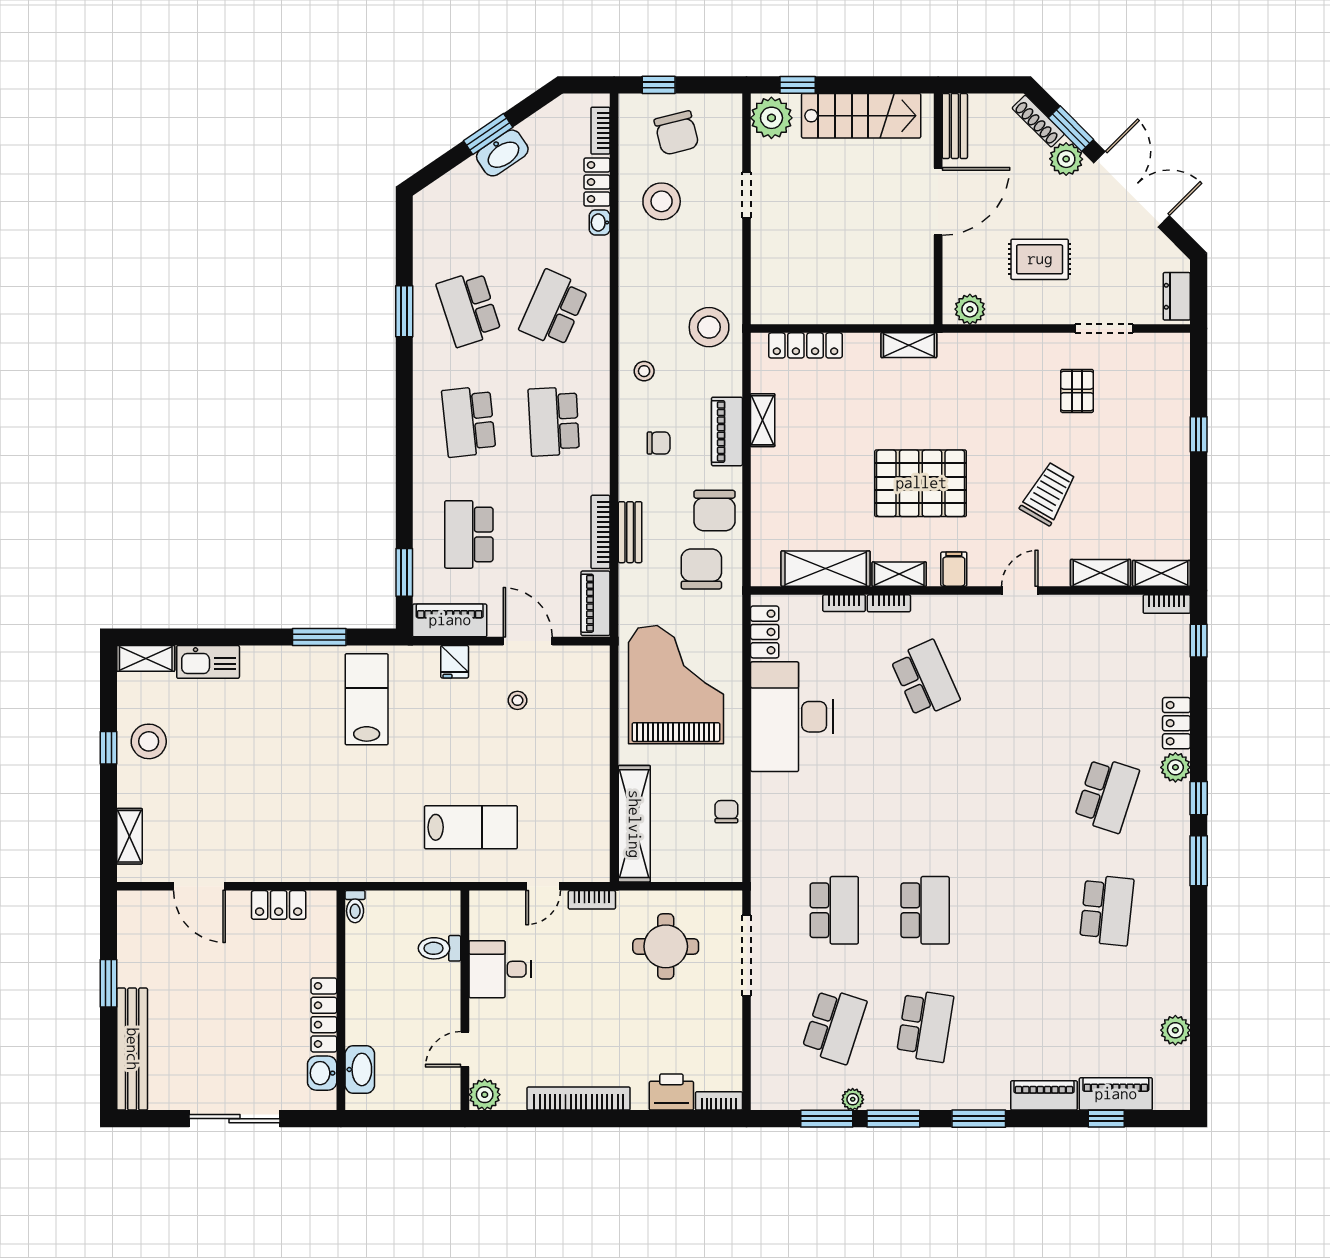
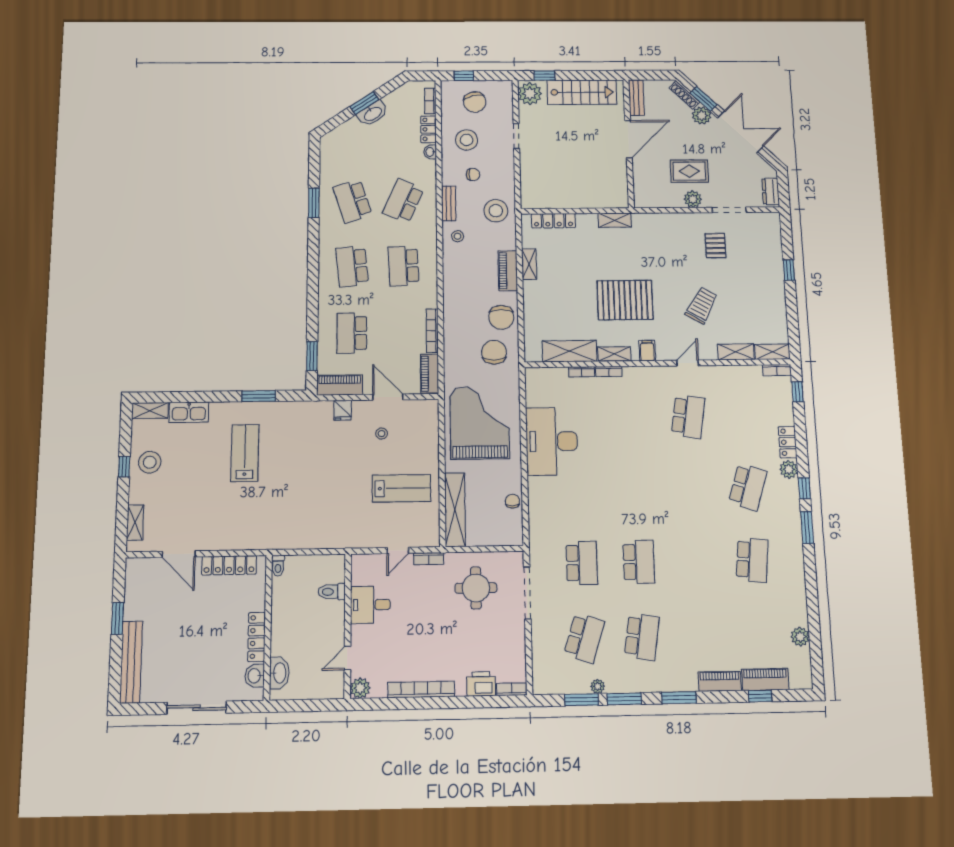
plant: (970, 309) -> (693, 199), moved
chair: (659, 443) -> (473, 174), moved
bench: (630, 532) -> (449, 203), moved
locker: (765, 632) -> (533, 390), removed
school desk: (925, 679) -> (688, 416), moved, turned 33
lab bench: (367, 699) -> (245, 453), moved
lab bench: (471, 827) -> (401, 488), moved
locker: (279, 905) -> (229, 565), width x1.53

